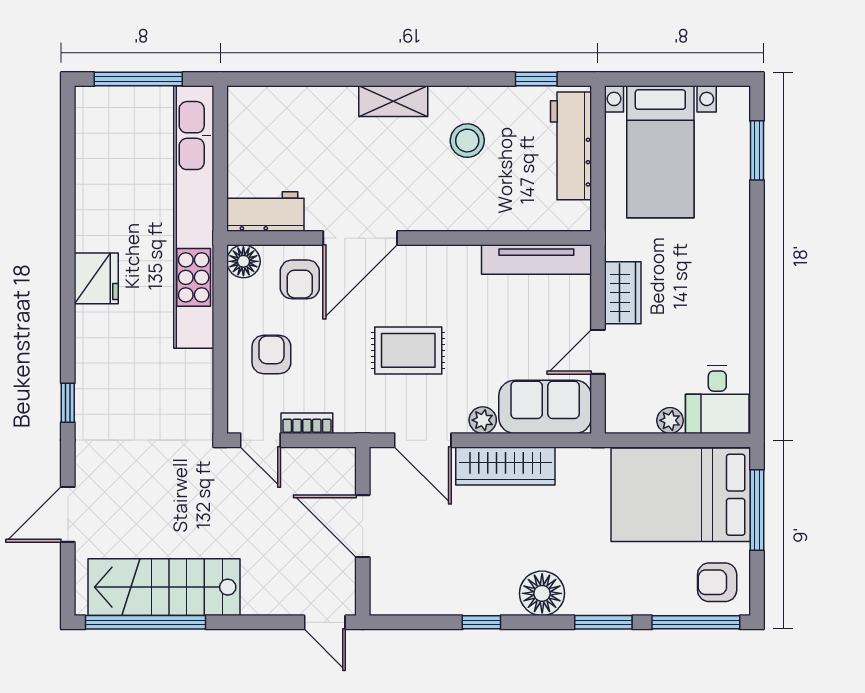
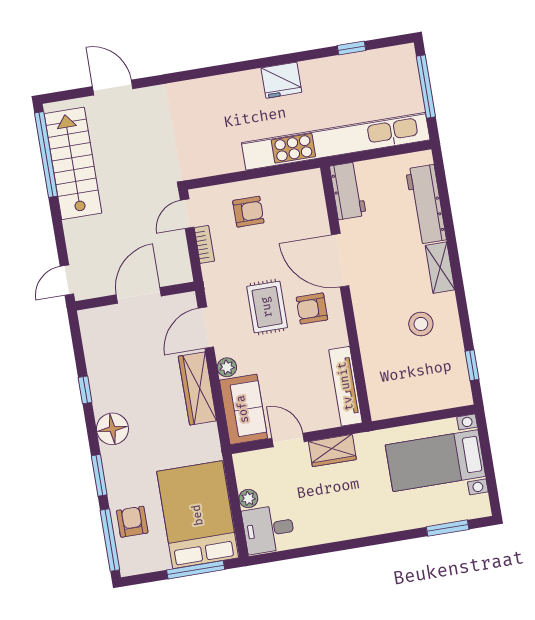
workbench: (571, 146) -> (426, 204), moved, turned -90
floor lamp: (243, 261) -> (310, 181), removed
armchair: (300, 279) -> (312, 309), moved
window: (68, 403) -> (352, 48), moved
armchair: (717, 582) -> (132, 522), moved

